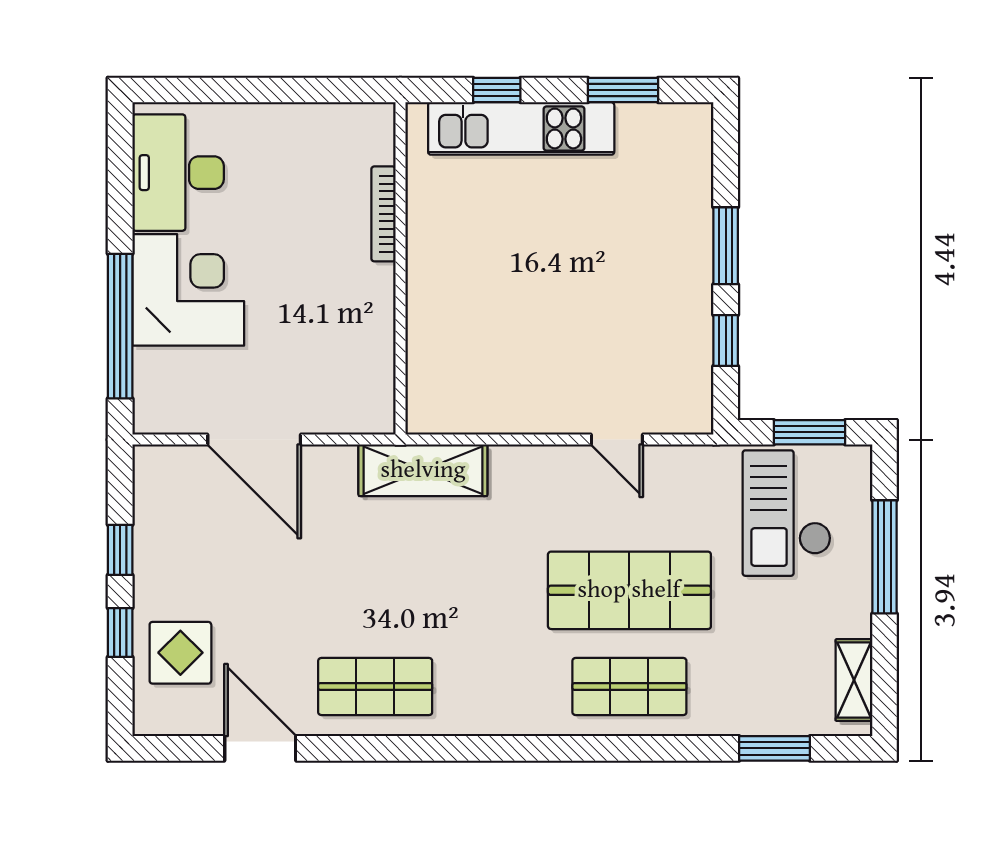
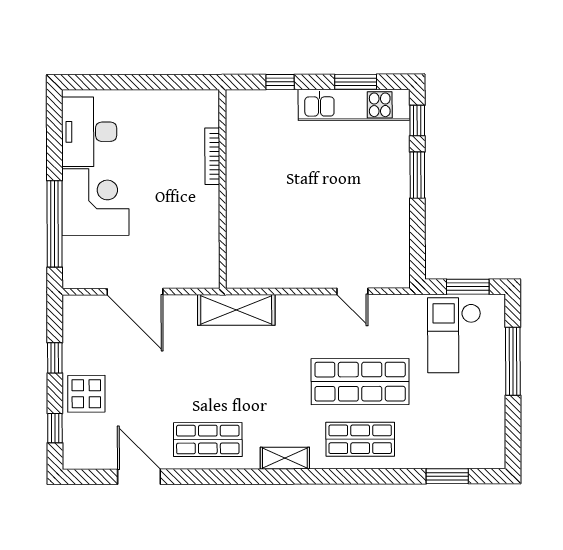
kitchen unit: (521, 128) -> (354, 105), moved
window: (726, 341) -> (417, 121), moved
window: (120, 632) -> (55, 428), moved
display table: (180, 653) -> (86, 394), moved
shelving: (854, 680) -> (285, 458), moved, turned 90

